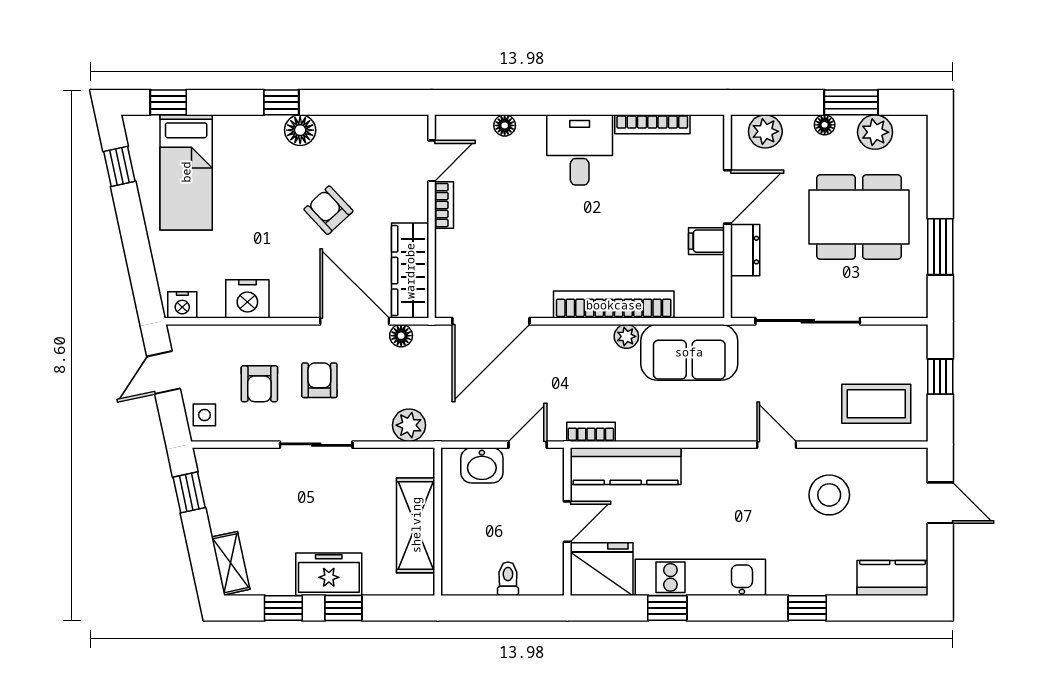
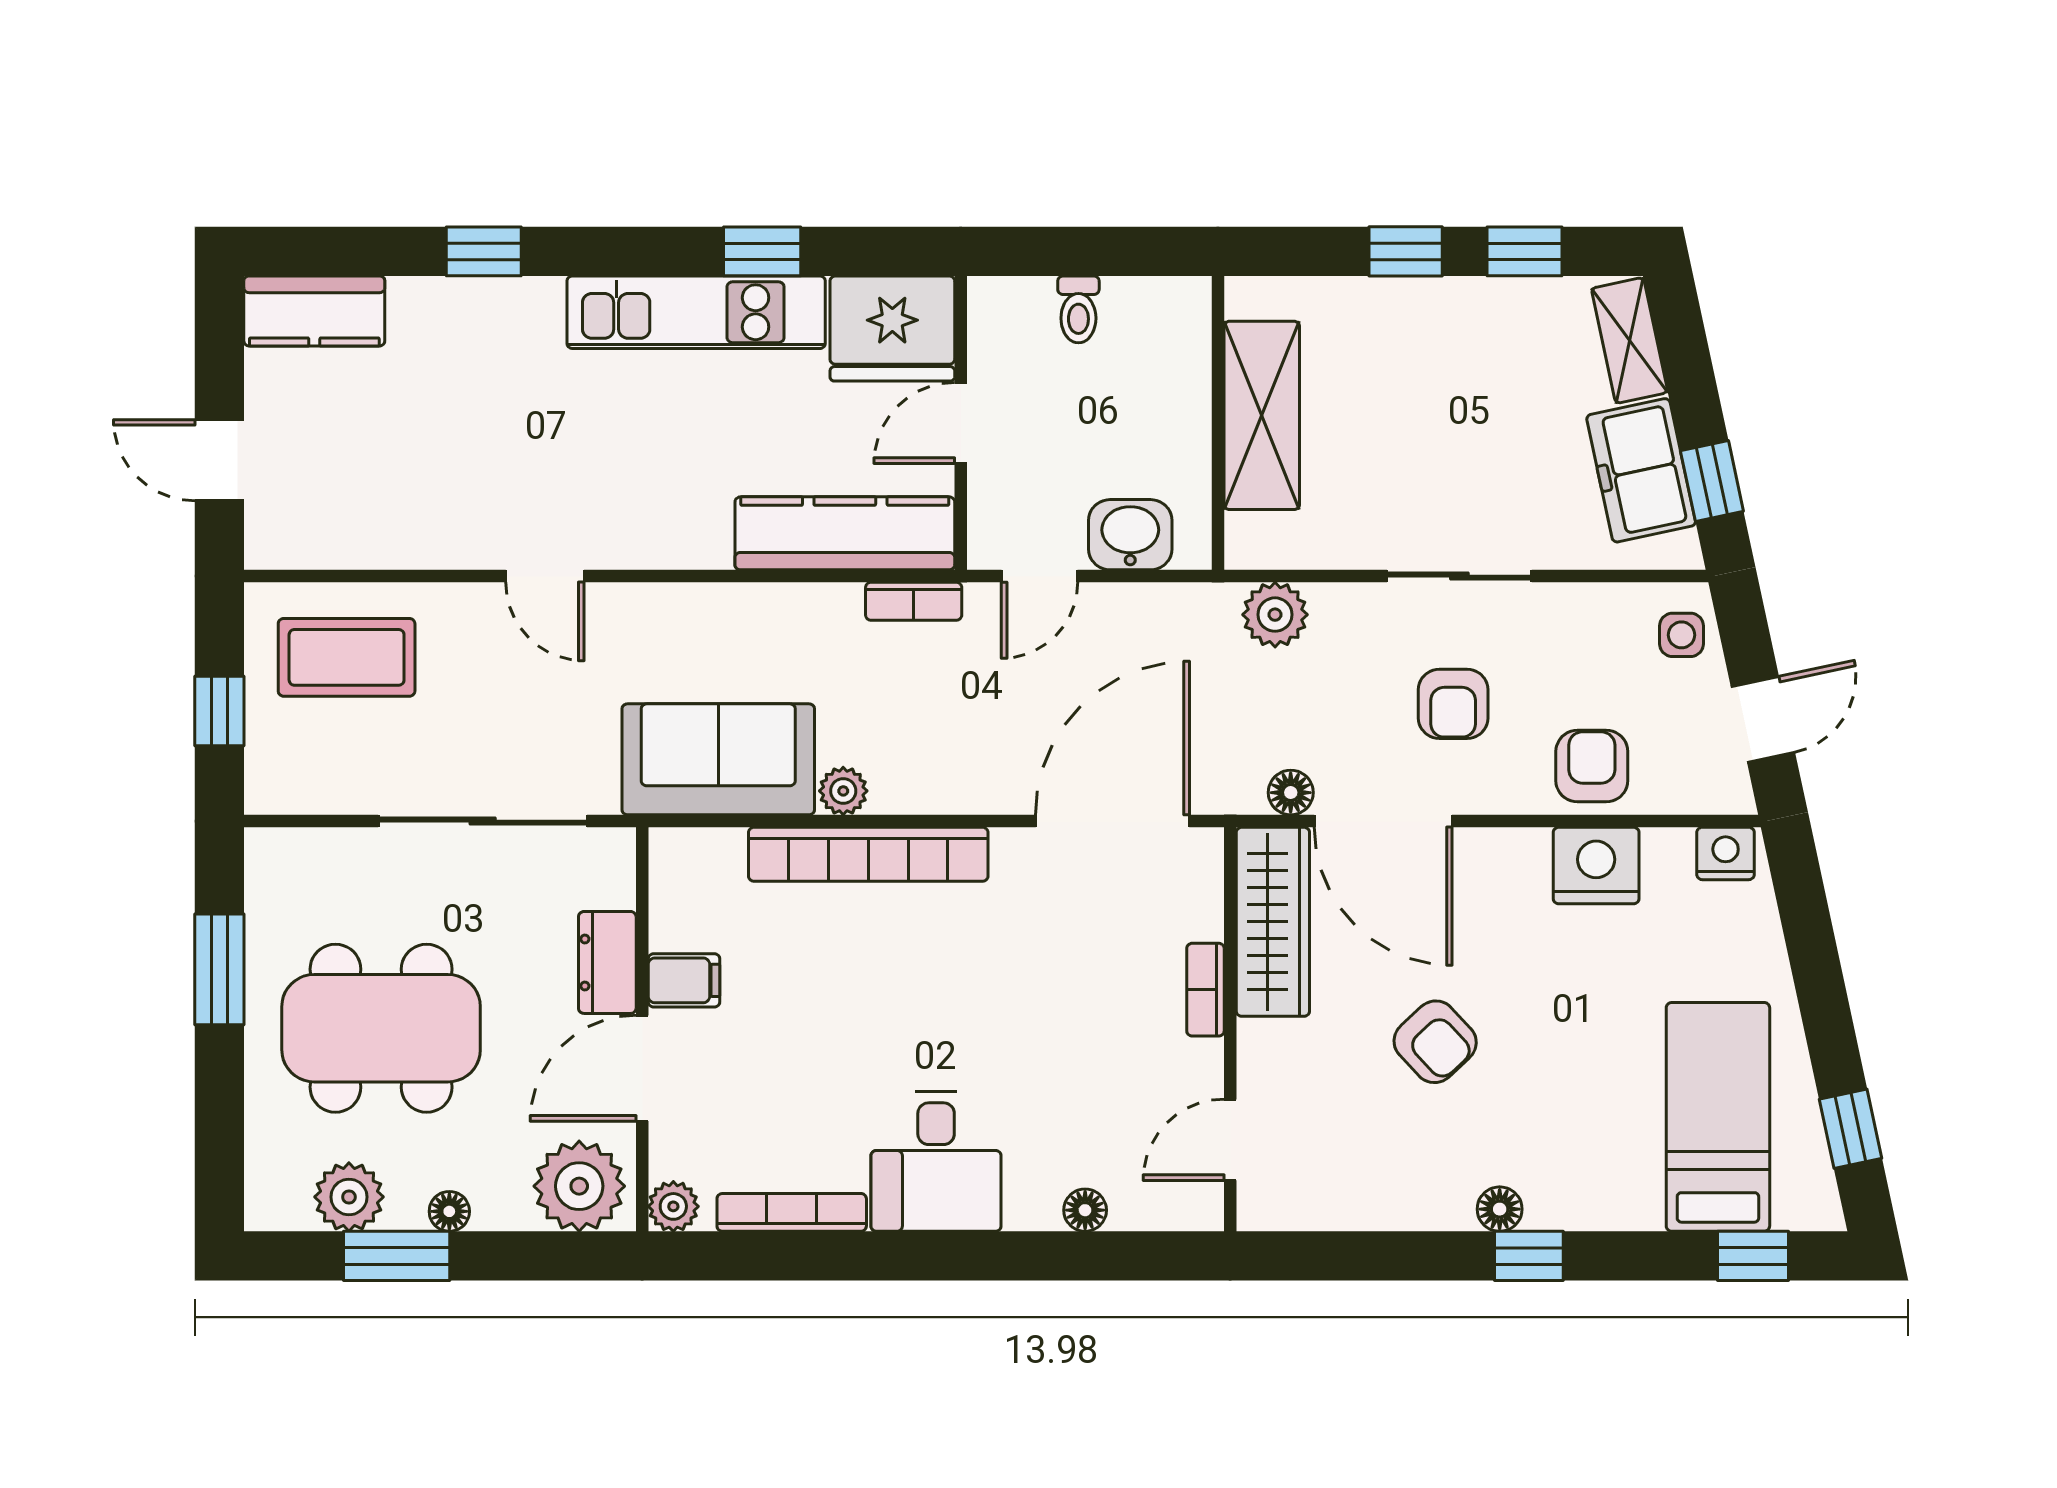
plant: (712, 127) -> (673, 1206), added
floor lamp: (300, 130) -> (1500, 1209), width x0.73, depth x0.73
plant: (765, 131) -> (579, 1186), width x1.36, depth x1.36
bookcase: (444, 205) -> (1205, 990), moved
armchair: (259, 384) -> (1592, 766), moved
stool: (829, 495) -> (440, 476), removed
freezer: (329, 574) -> (1641, 470), moved, turned 78

